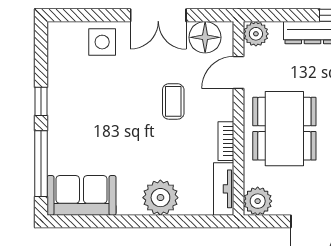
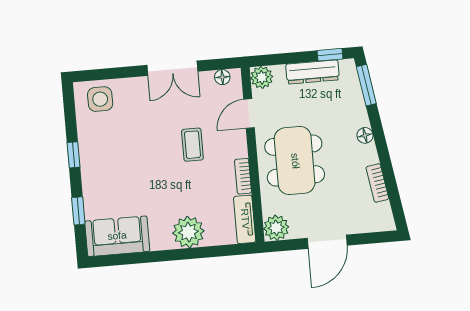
floor lamp: (205, 37) -> (222, 77), width x0.53, depth x0.53
side table: (102, 42) -> (100, 99), moved
window: (41, 164) -> (78, 211), width x0.46

